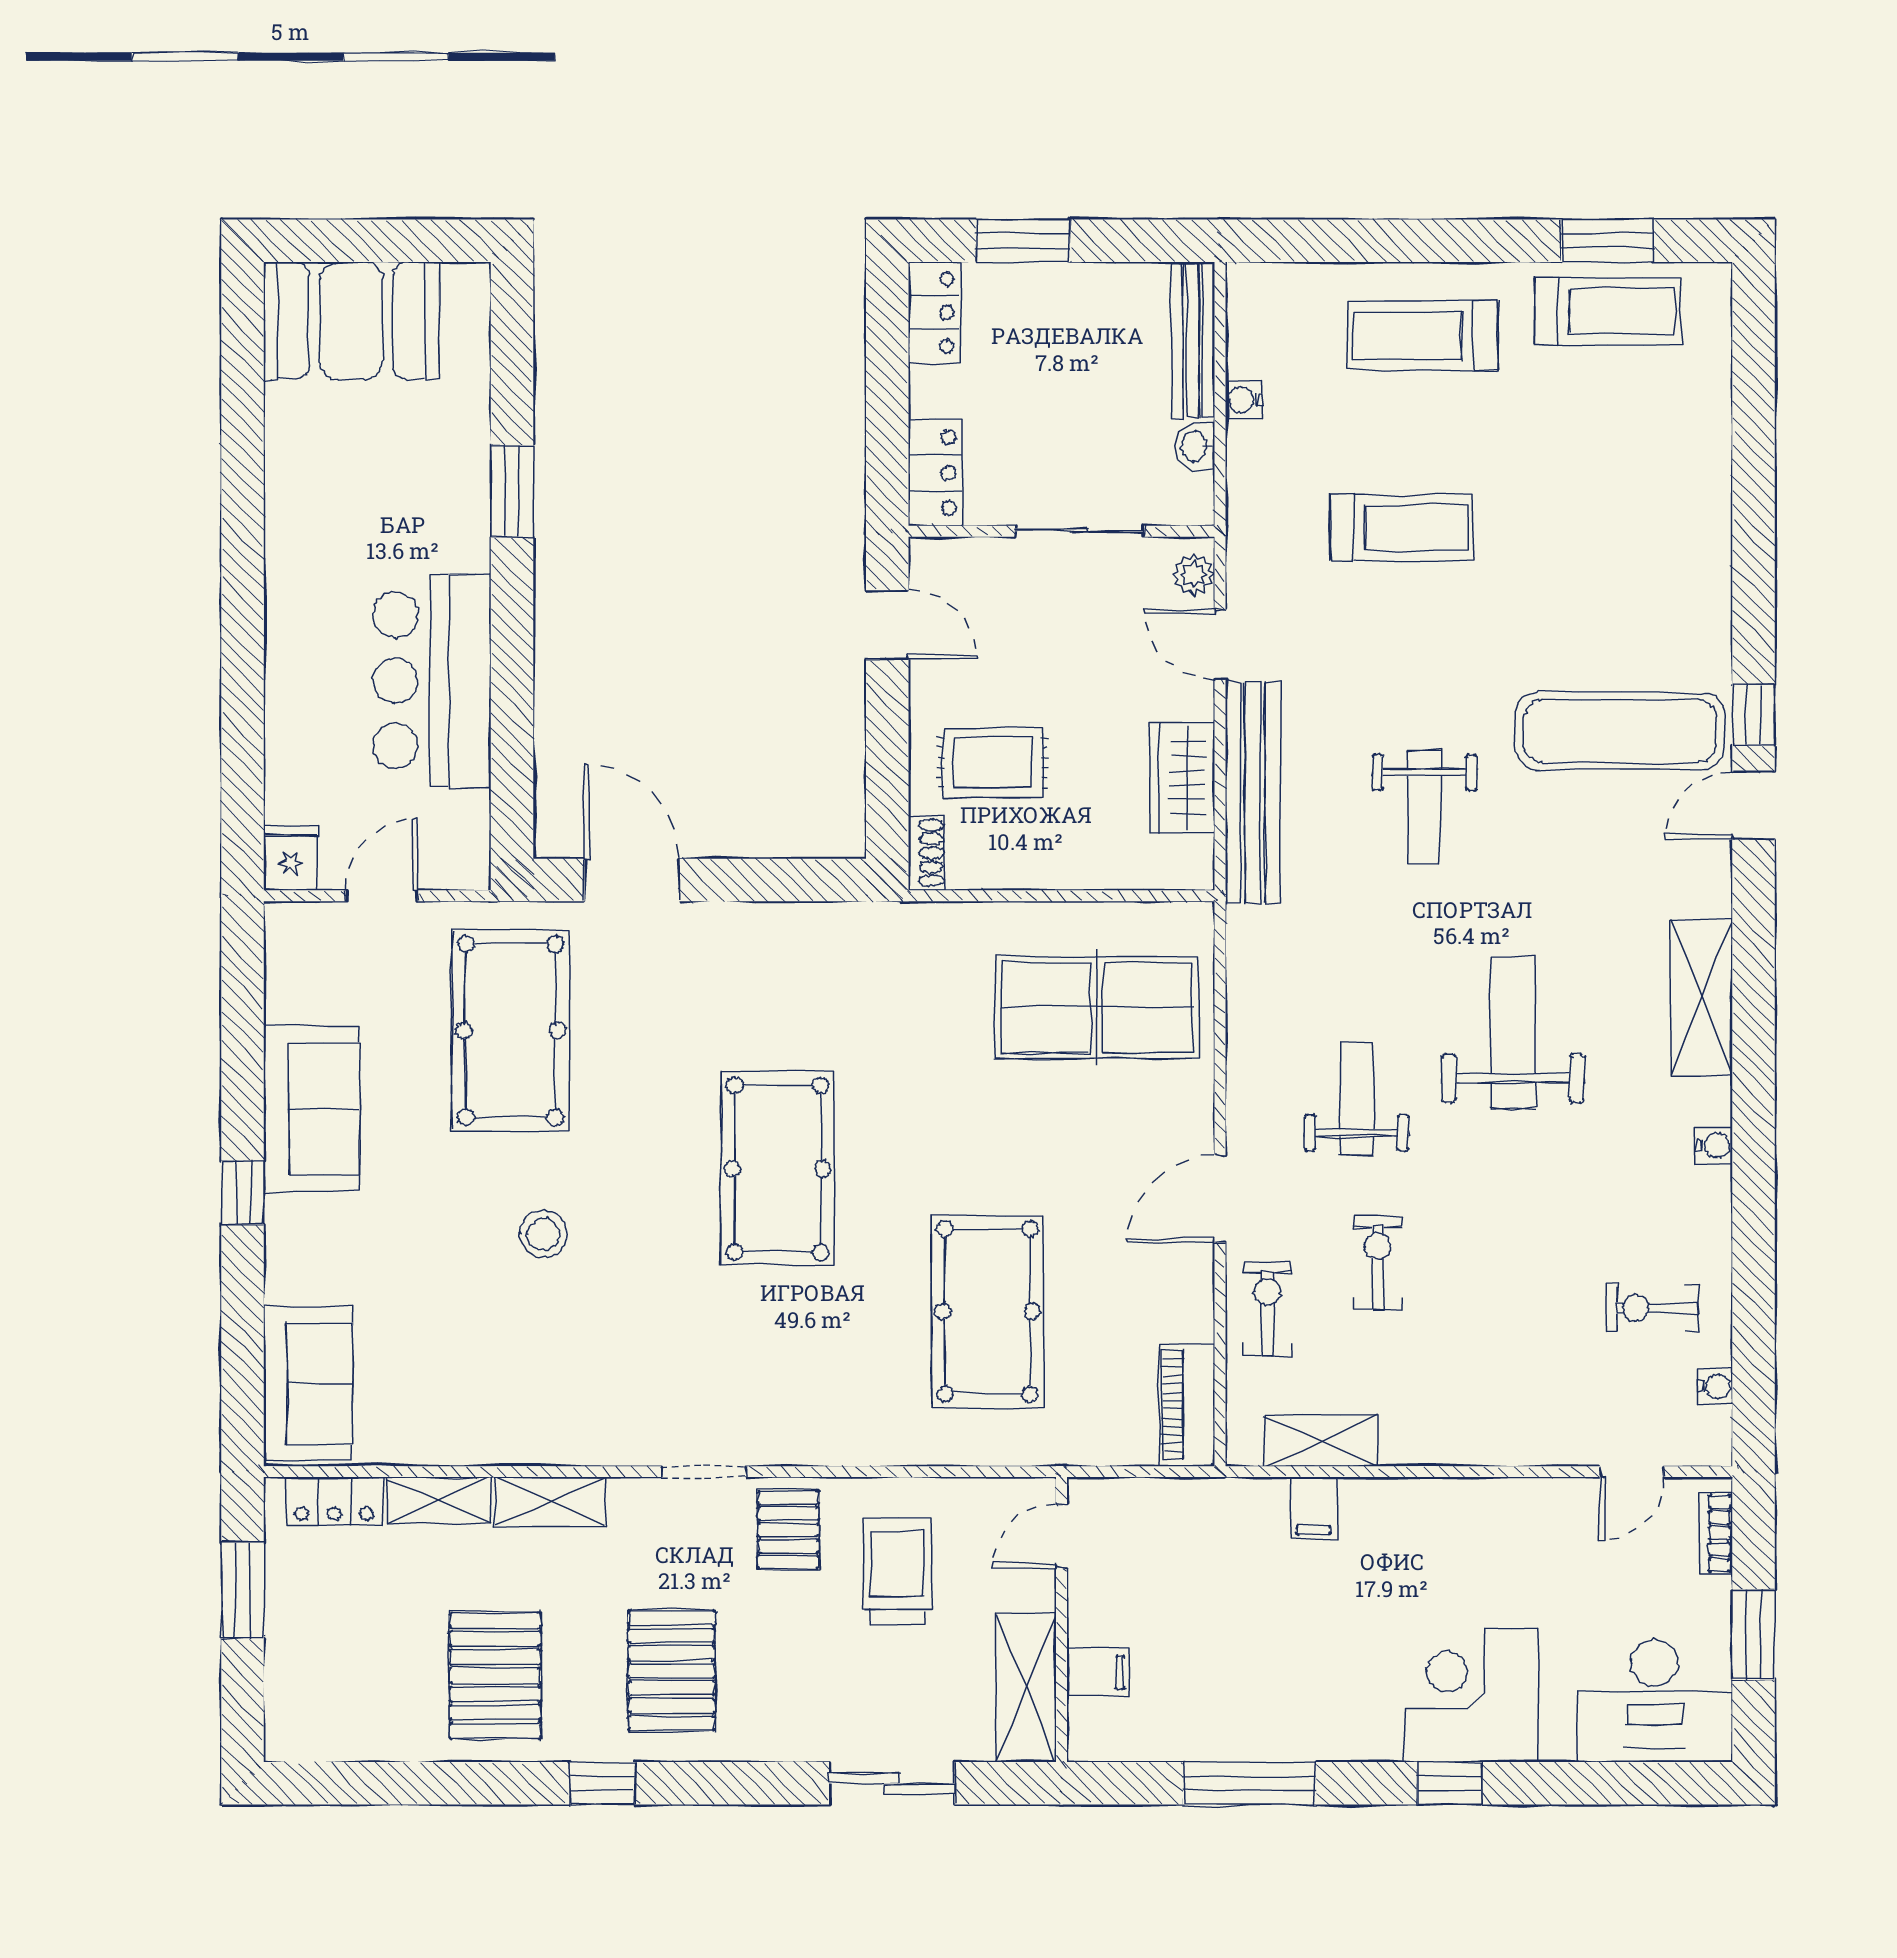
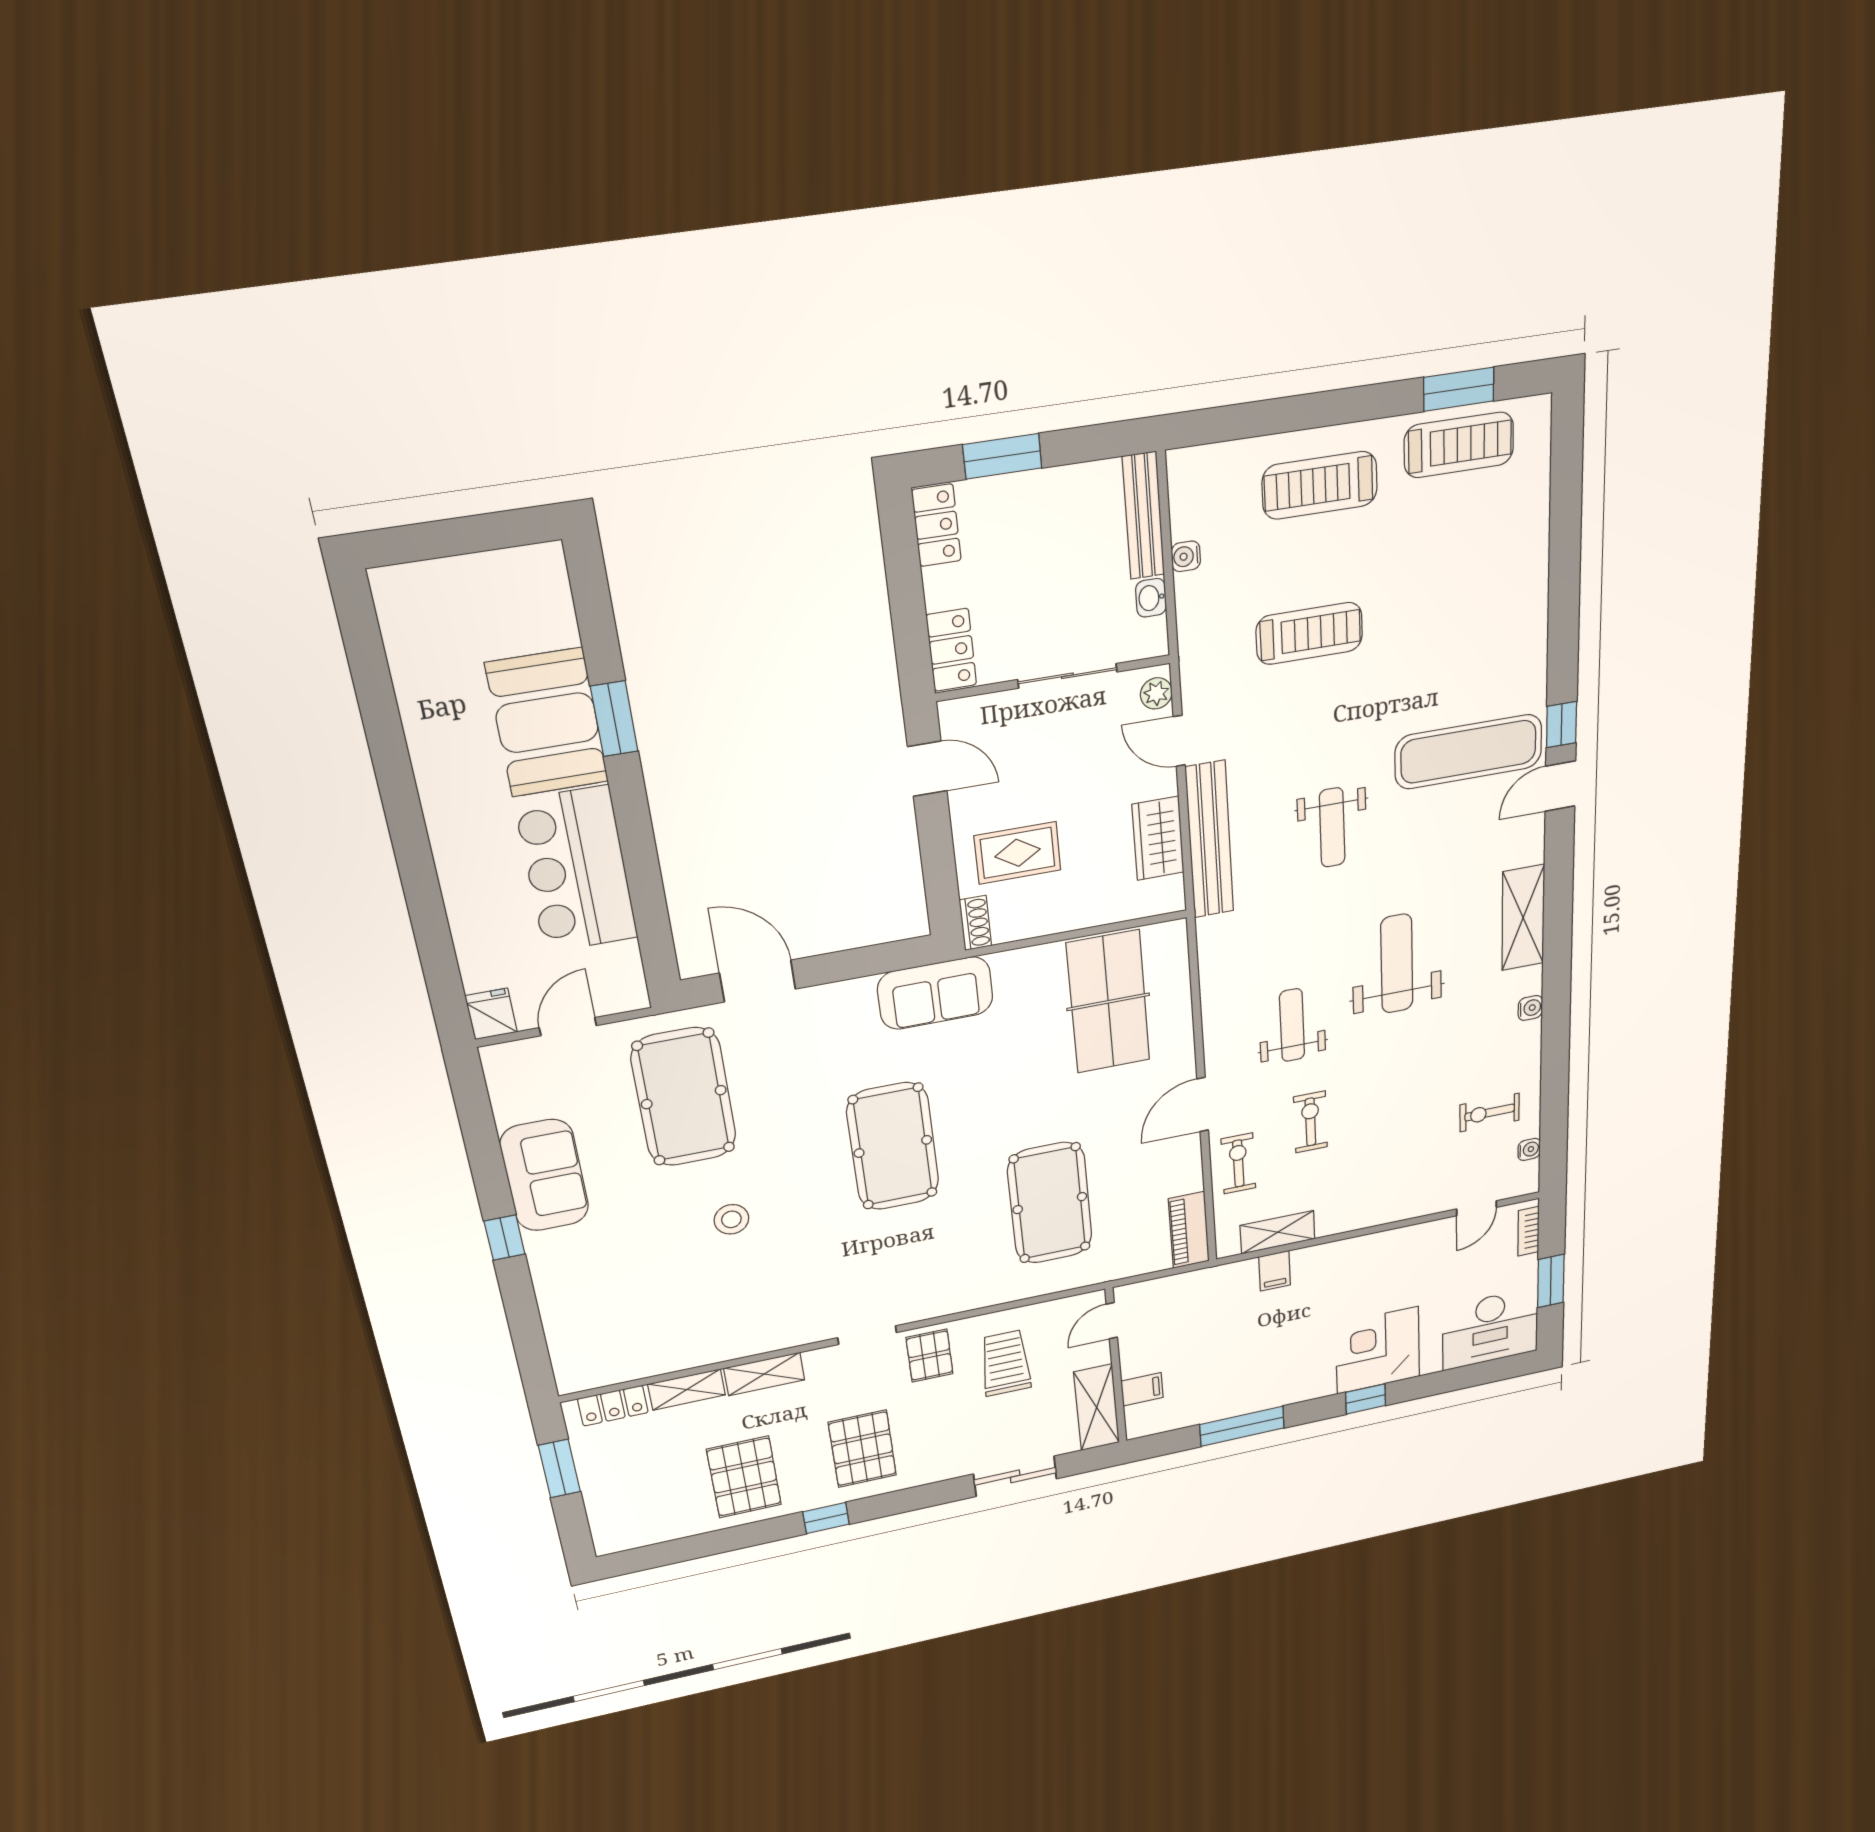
booth: (351, 320) -> (547, 723), moved, turned 90
table tennis table: (1097, 1007) -> (1108, 1002), turned 90
sofa: (308, 1384) -> (935, 993), moved, turned 90

